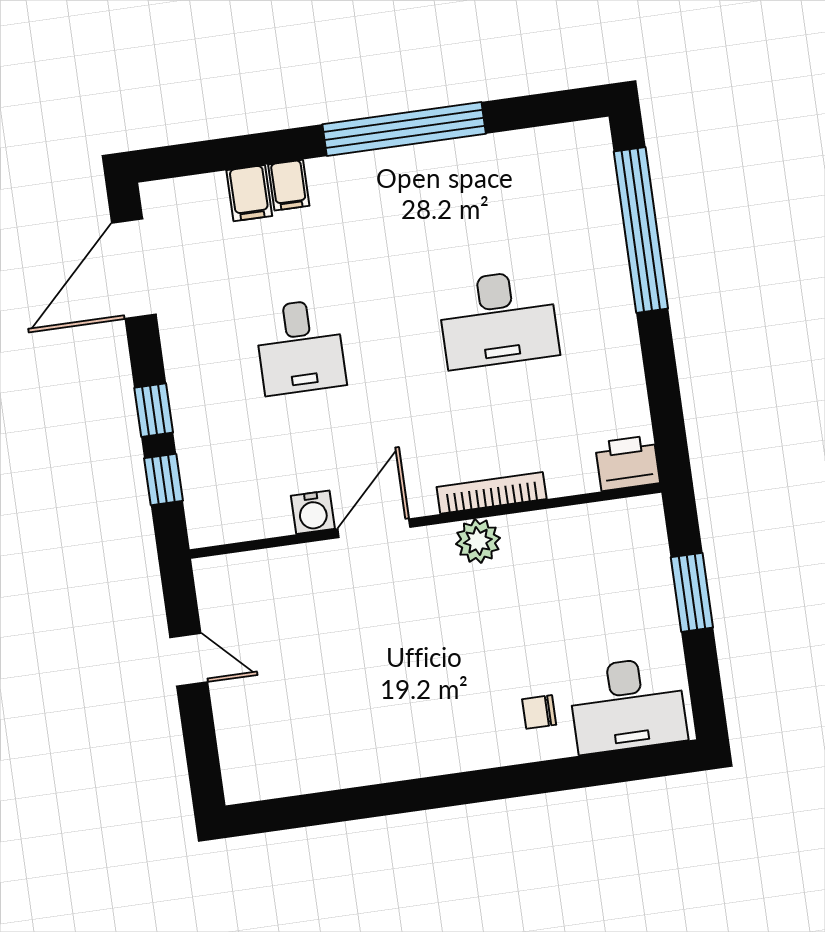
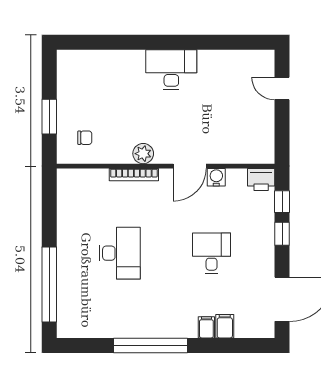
desk: (498, 319) -> (120, 253), turned 90
printer: (628, 463) -> (261, 179), moved
door: (189, 660) -> (282, 89), moved
desk: (628, 705) -> (171, 70), moved
chair: (539, 712) -> (85, 138), moved

